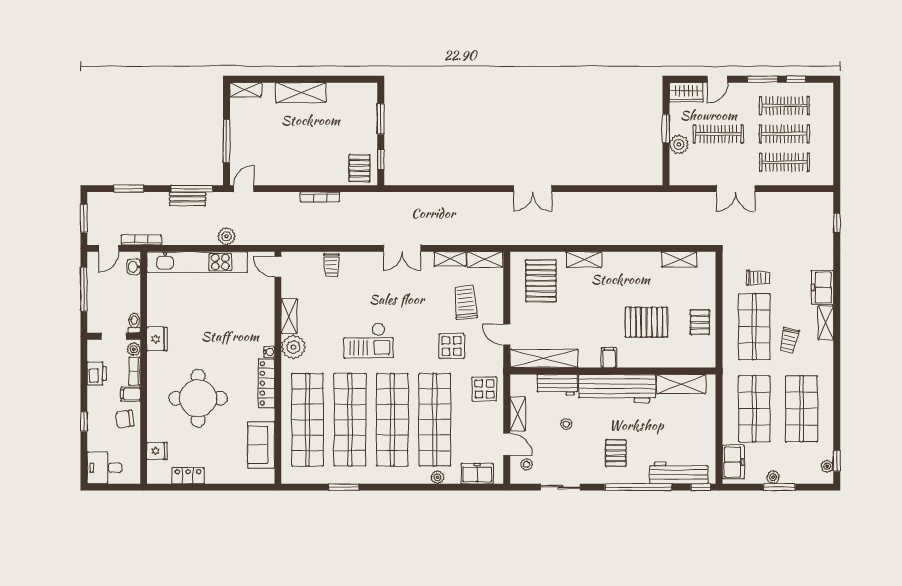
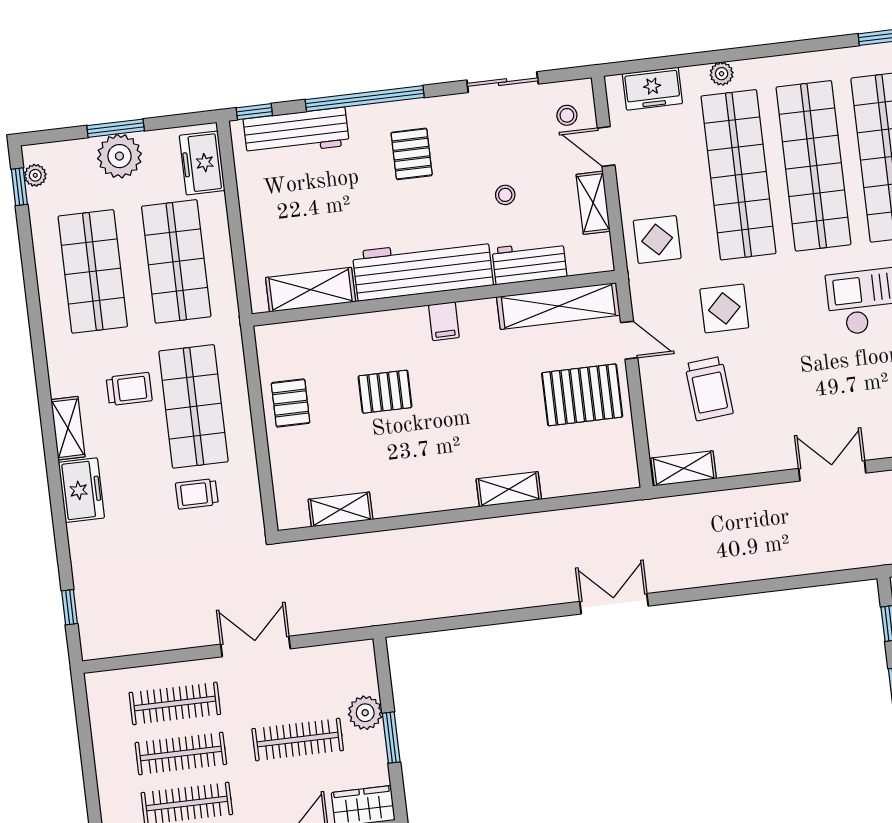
shelving: (450, 259) -> (745, 462), removed
pallet: (541, 281) -> (582, 395), moved, turned 90
pallet: (646, 322) -> (385, 392), width x0.67, depth x0.71
trolley: (789, 341) -> (129, 389), turned 78
plant: (773, 477) -> (119, 156), width x1.87, depth x1.87

